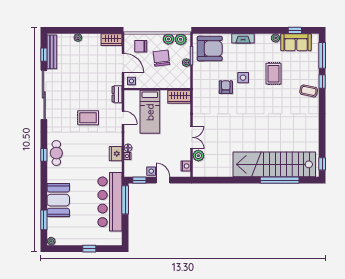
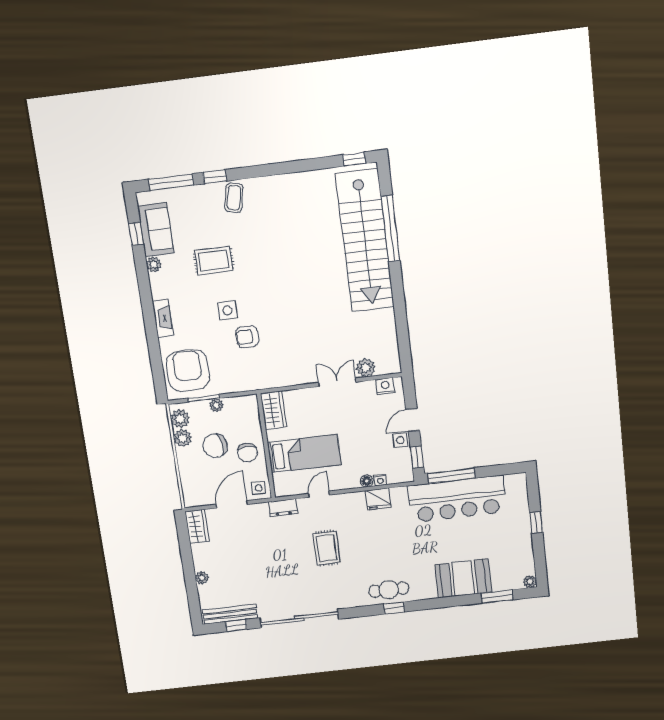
chair: (141, 46) -> (247, 453), moved

